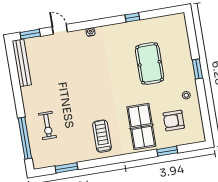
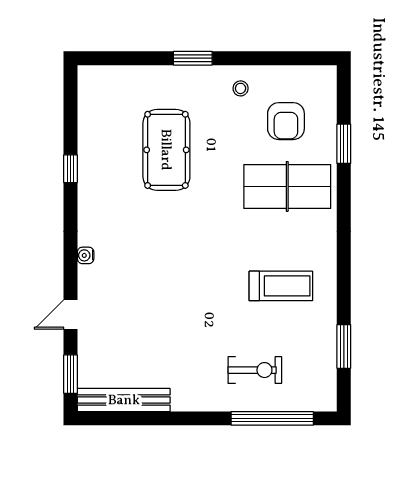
pool table: (150, 63) -> (166, 150), turned 90
treadmill: (102, 136) -> (281, 286), moved, turned 180

